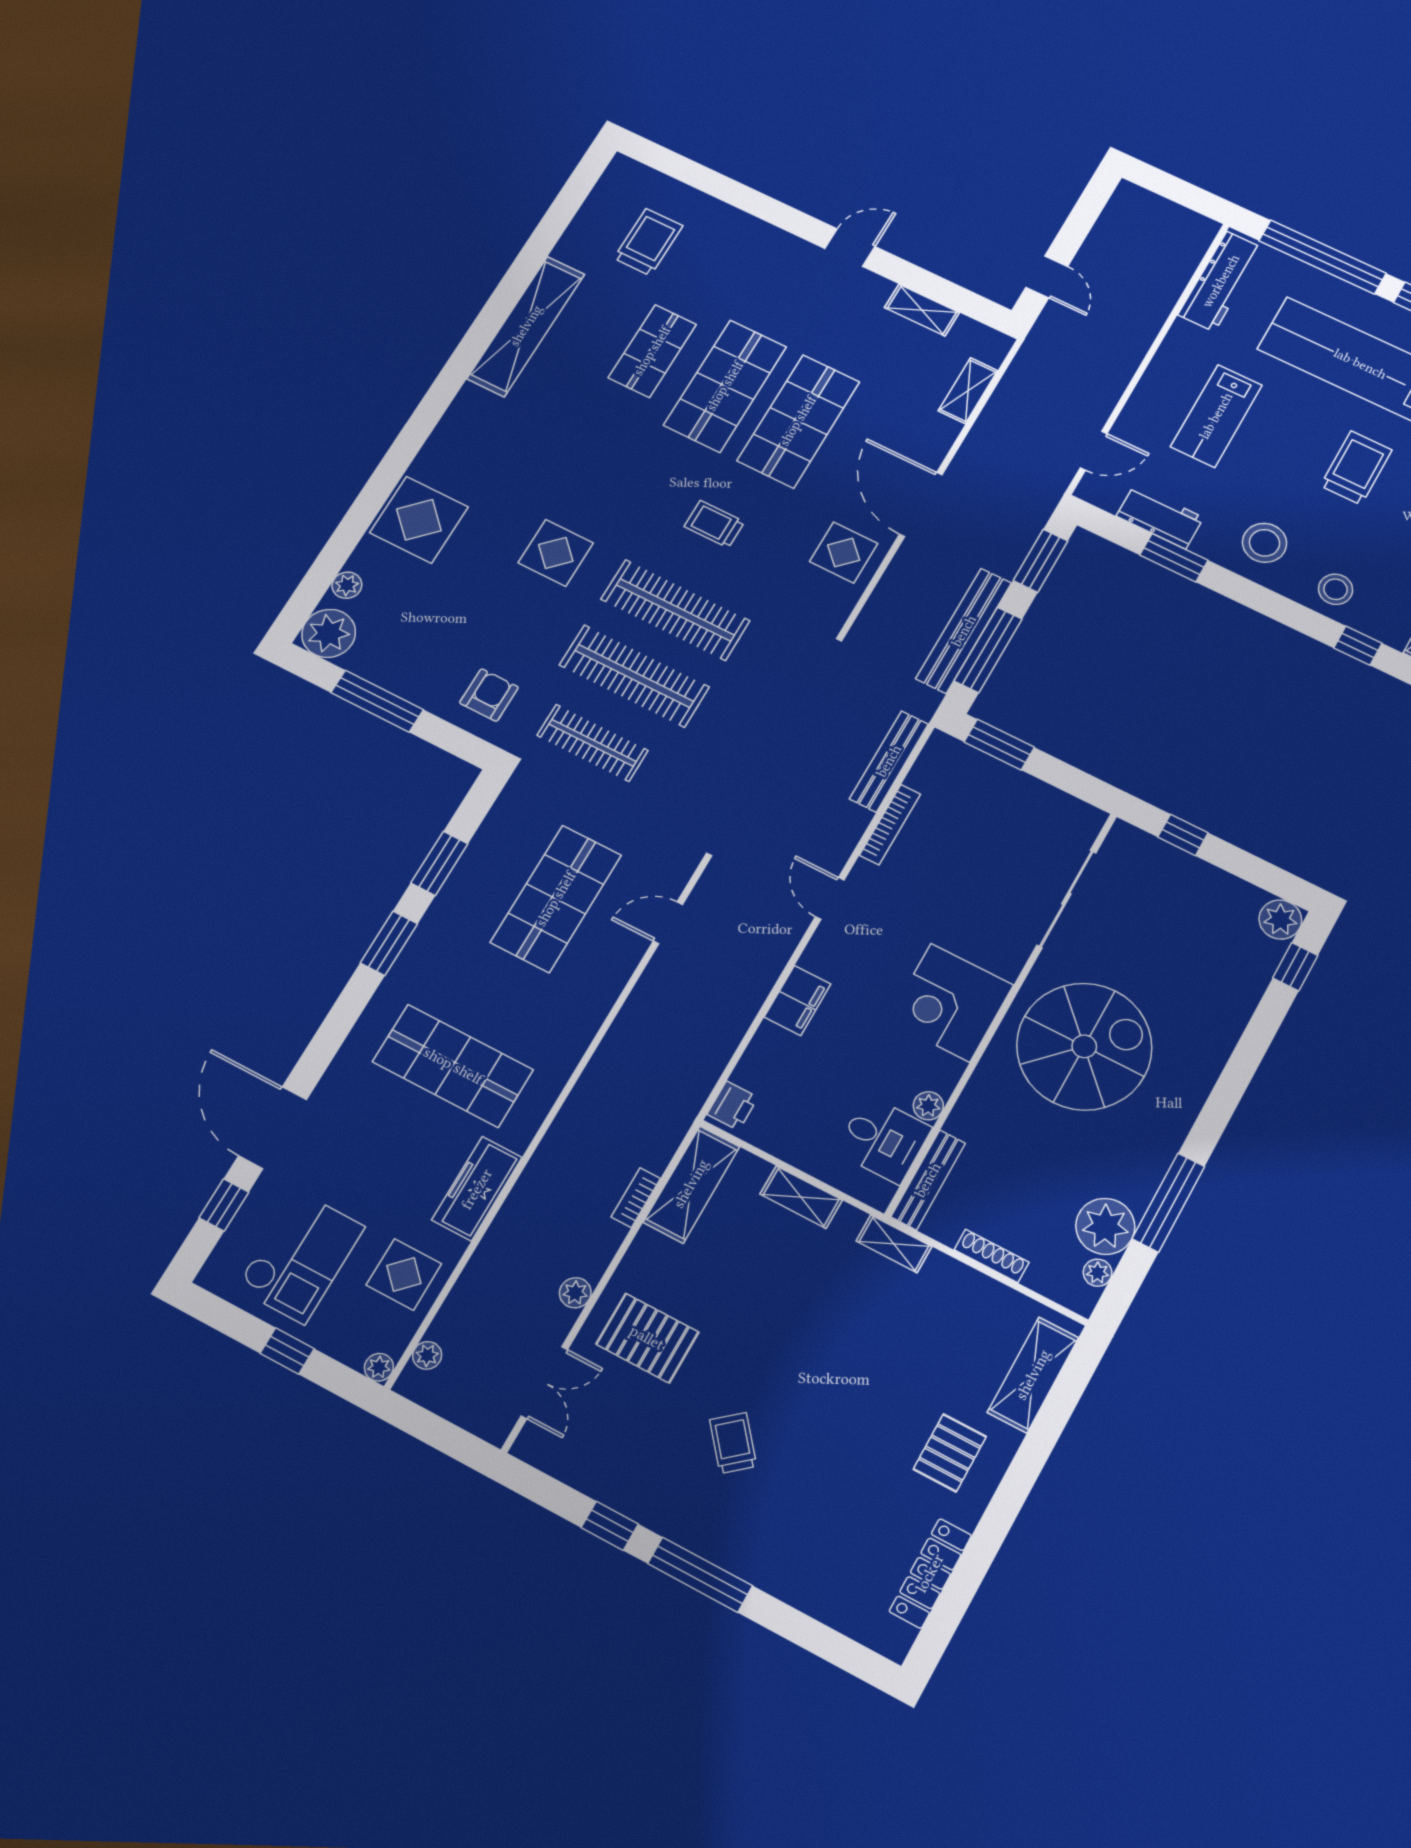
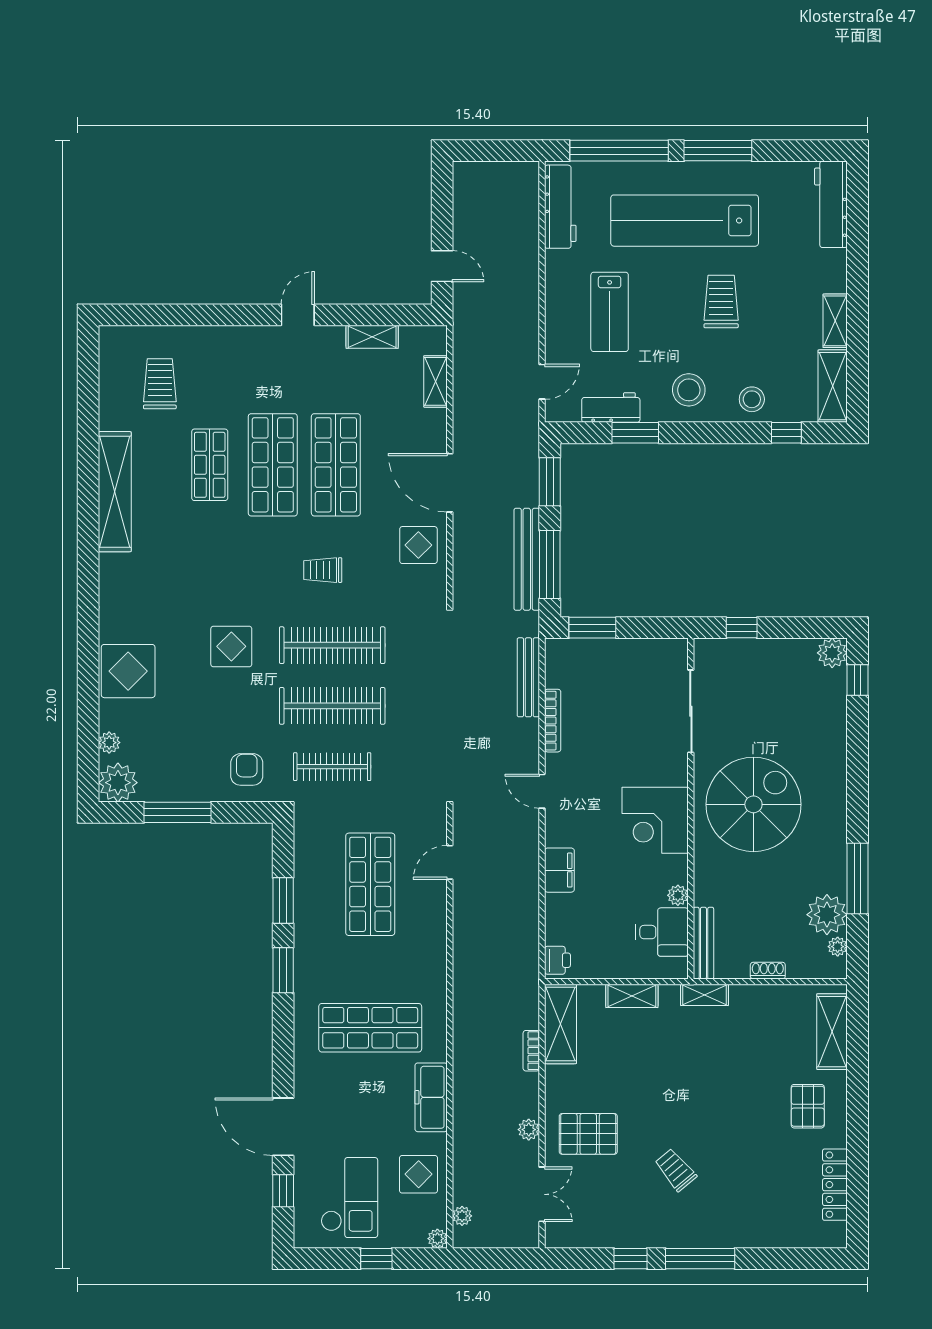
shoe rack: (992, 1256) -> (768, 971), width x0.70

